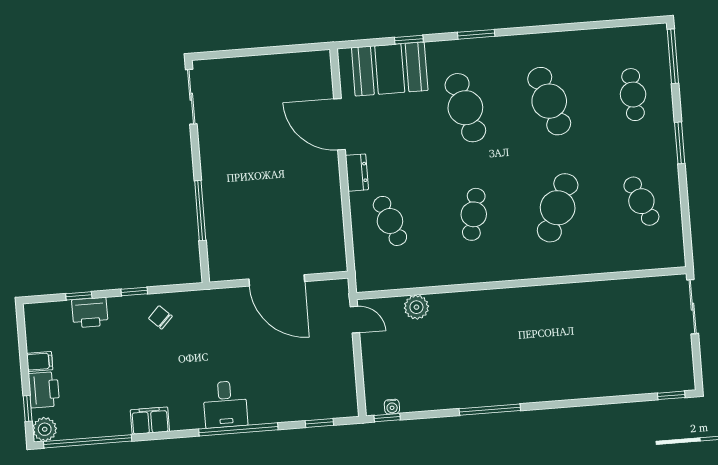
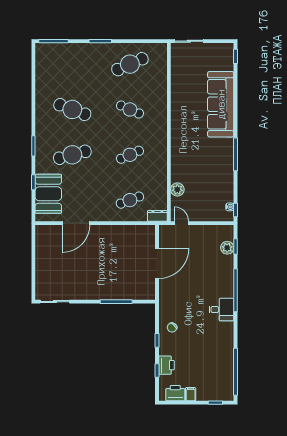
cafe table: (633, 95) -> (72, 64), removed
cafe table: (549, 101) -> (72, 109), turned 39
dresser: (357, 173) -> (157, 216), moved
cafe table: (641, 201) -> (130, 64), width x1.37, depth x1.35
cafe table: (558, 208) -> (130, 109), width x0.73, depth x0.74
cafe table: (474, 214) -> (130, 155), turned -36
door: (355, 320) -> (181, 223), hinge flipped
sofa: (581, 375) -> (221, 104), added
printer: (44, 390) -> (175, 393), moved
desk: (225, 404) -> (221, 310), moved
filing cabinet: (150, 421) -> (227, 337), removed
plant: (45, 429) -> (227, 248), moved

